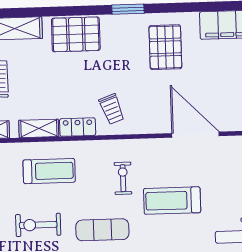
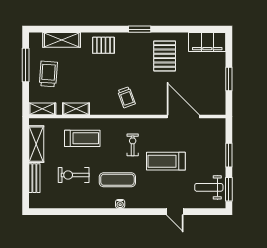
pallet: (76, 34) -> (103, 45), width x0.67, depth x0.71
locker: (78, 127) -> (103, 109), removed

